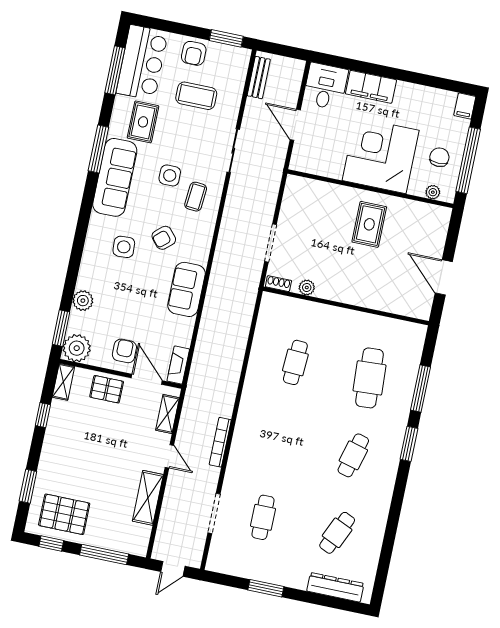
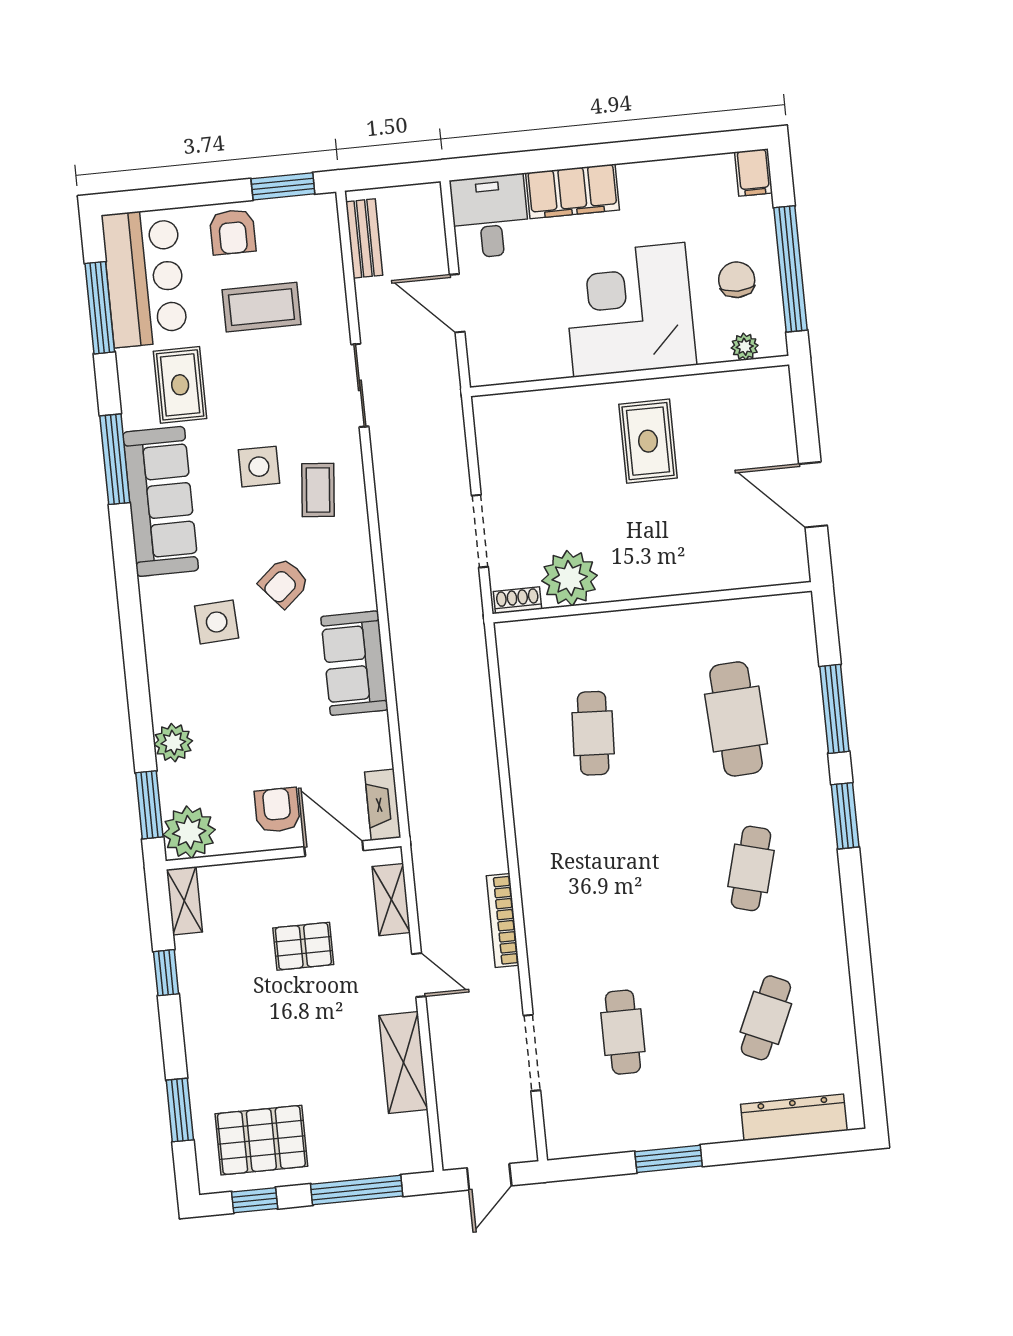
plant: (307, 288) -> (570, 578), width x1.88, depth x1.88
pallet: (107, 389) -> (303, 946), moved

